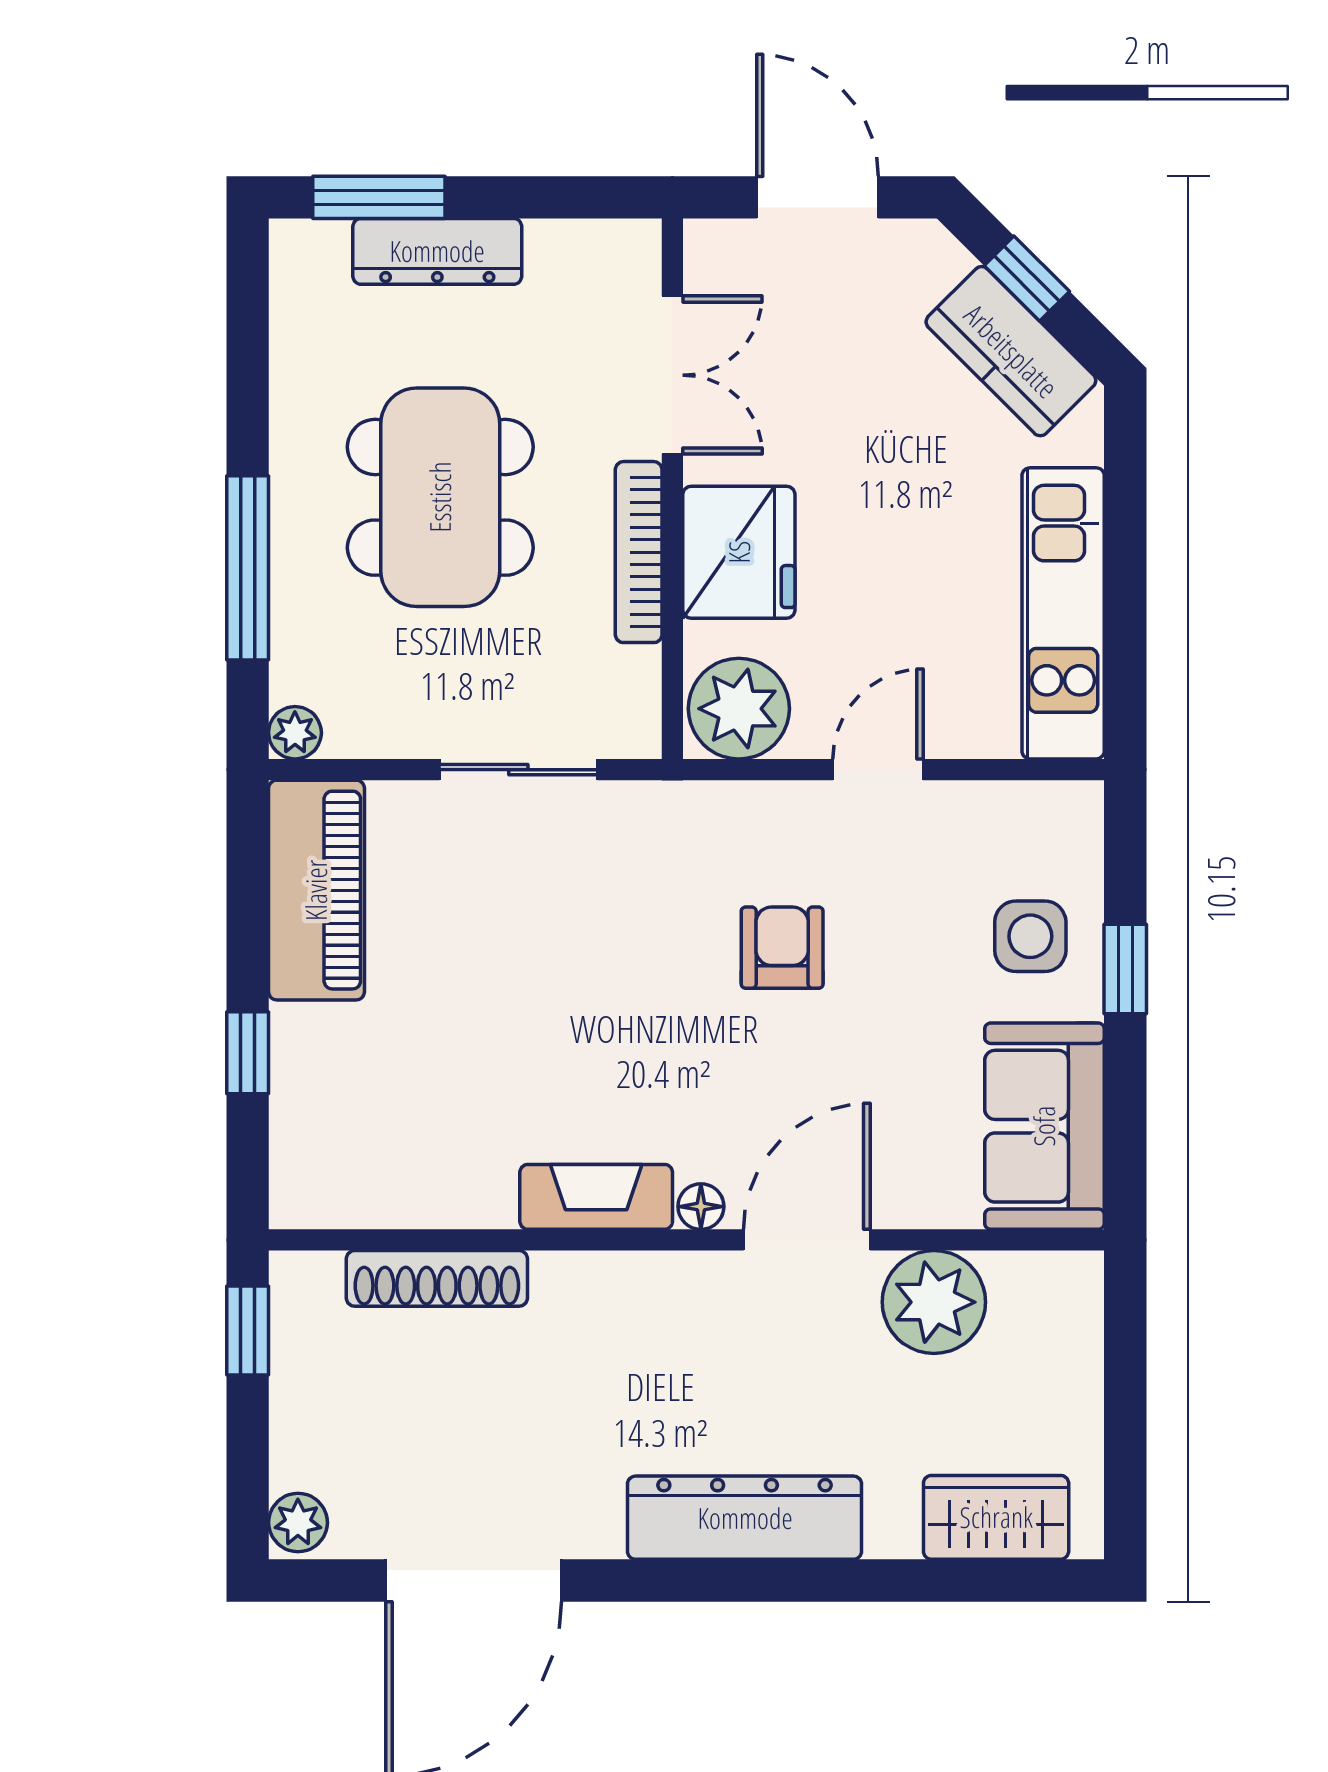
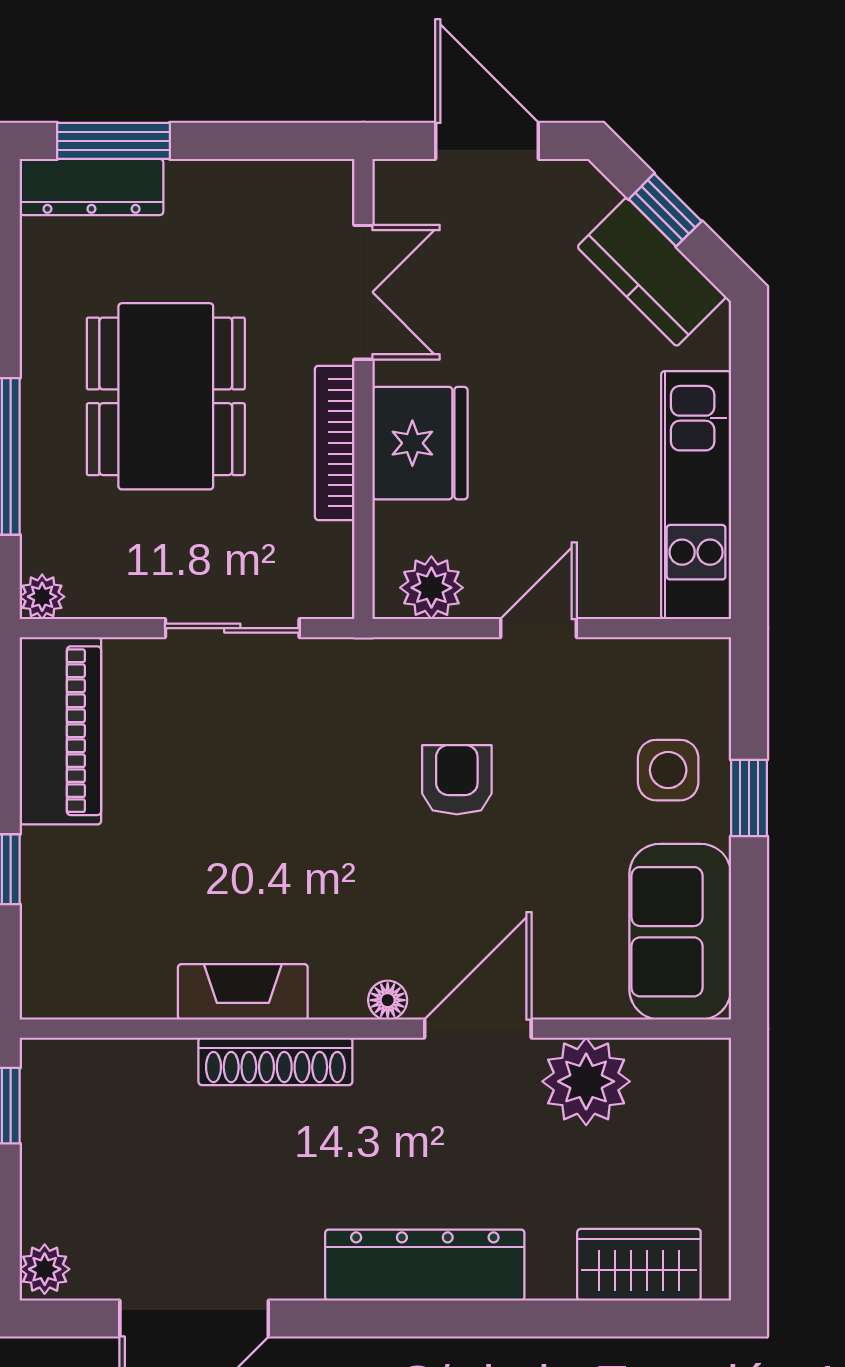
dresser: (437, 251) -> (91, 187), moved
plant: (739, 709) -> (431, 588), width x0.73, depth x0.73
fireplace: (596, 1197) -> (243, 992), moved
shoe rack: (437, 1278) -> (275, 1061), moved

